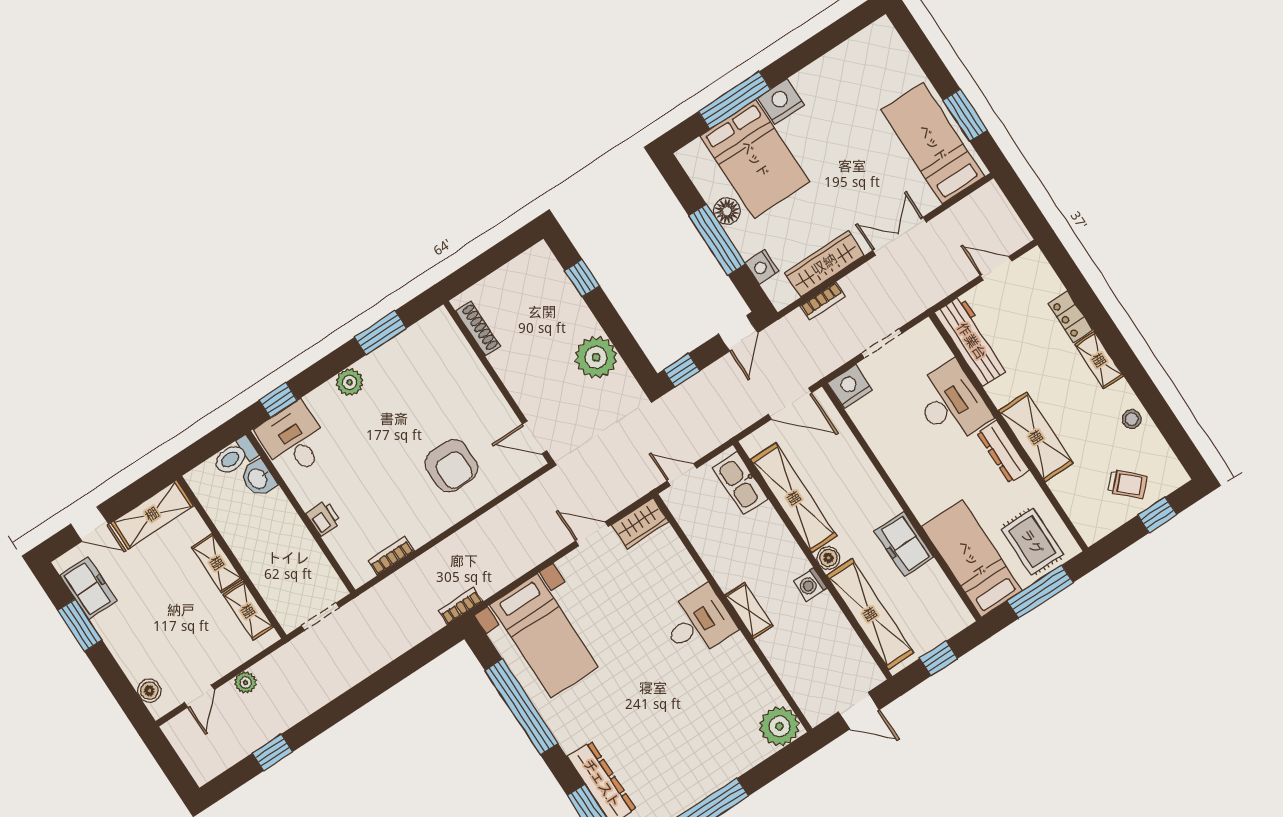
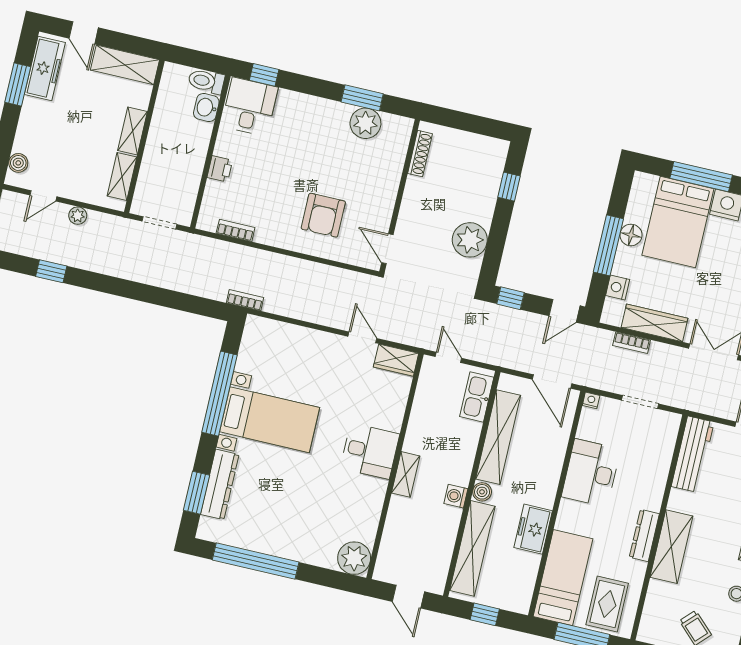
plant: (350, 382) -> (365, 123), moved, width x1.36, depth x1.36
nightstand: (850, 386) -> (591, 400), width x0.53, depth x0.56
desk: (951, 403) -> (591, 473), moved, turned 180
freezer: (88, 588) -> (45, 69), width x1.40
bed with nightstands: (544, 636) -> (270, 420), moved, turned -90

